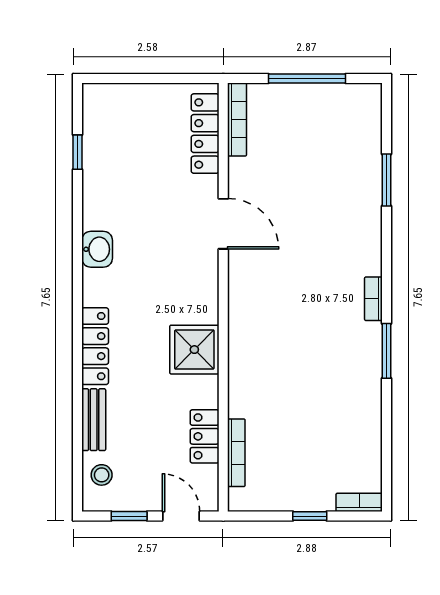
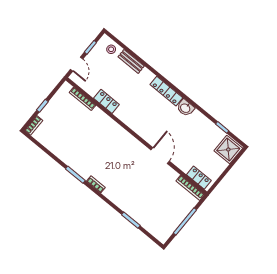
locker: (205, 134) -> (199, 178), width x0.66
door: (223, 224) -> (160, 156), swing flipped
locker: (95, 346) -> (166, 91), moved
shower: (194, 350) -> (228, 150), moved
locker: (205, 436) -> (106, 101), moved
door: (181, 516) -> (77, 64), hinge flipped

